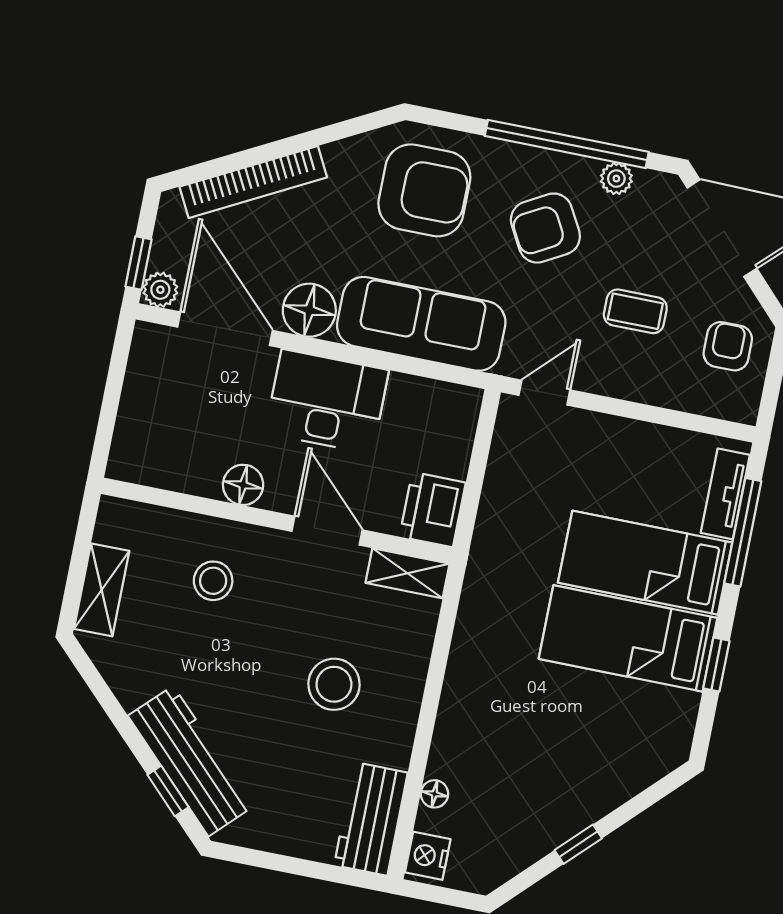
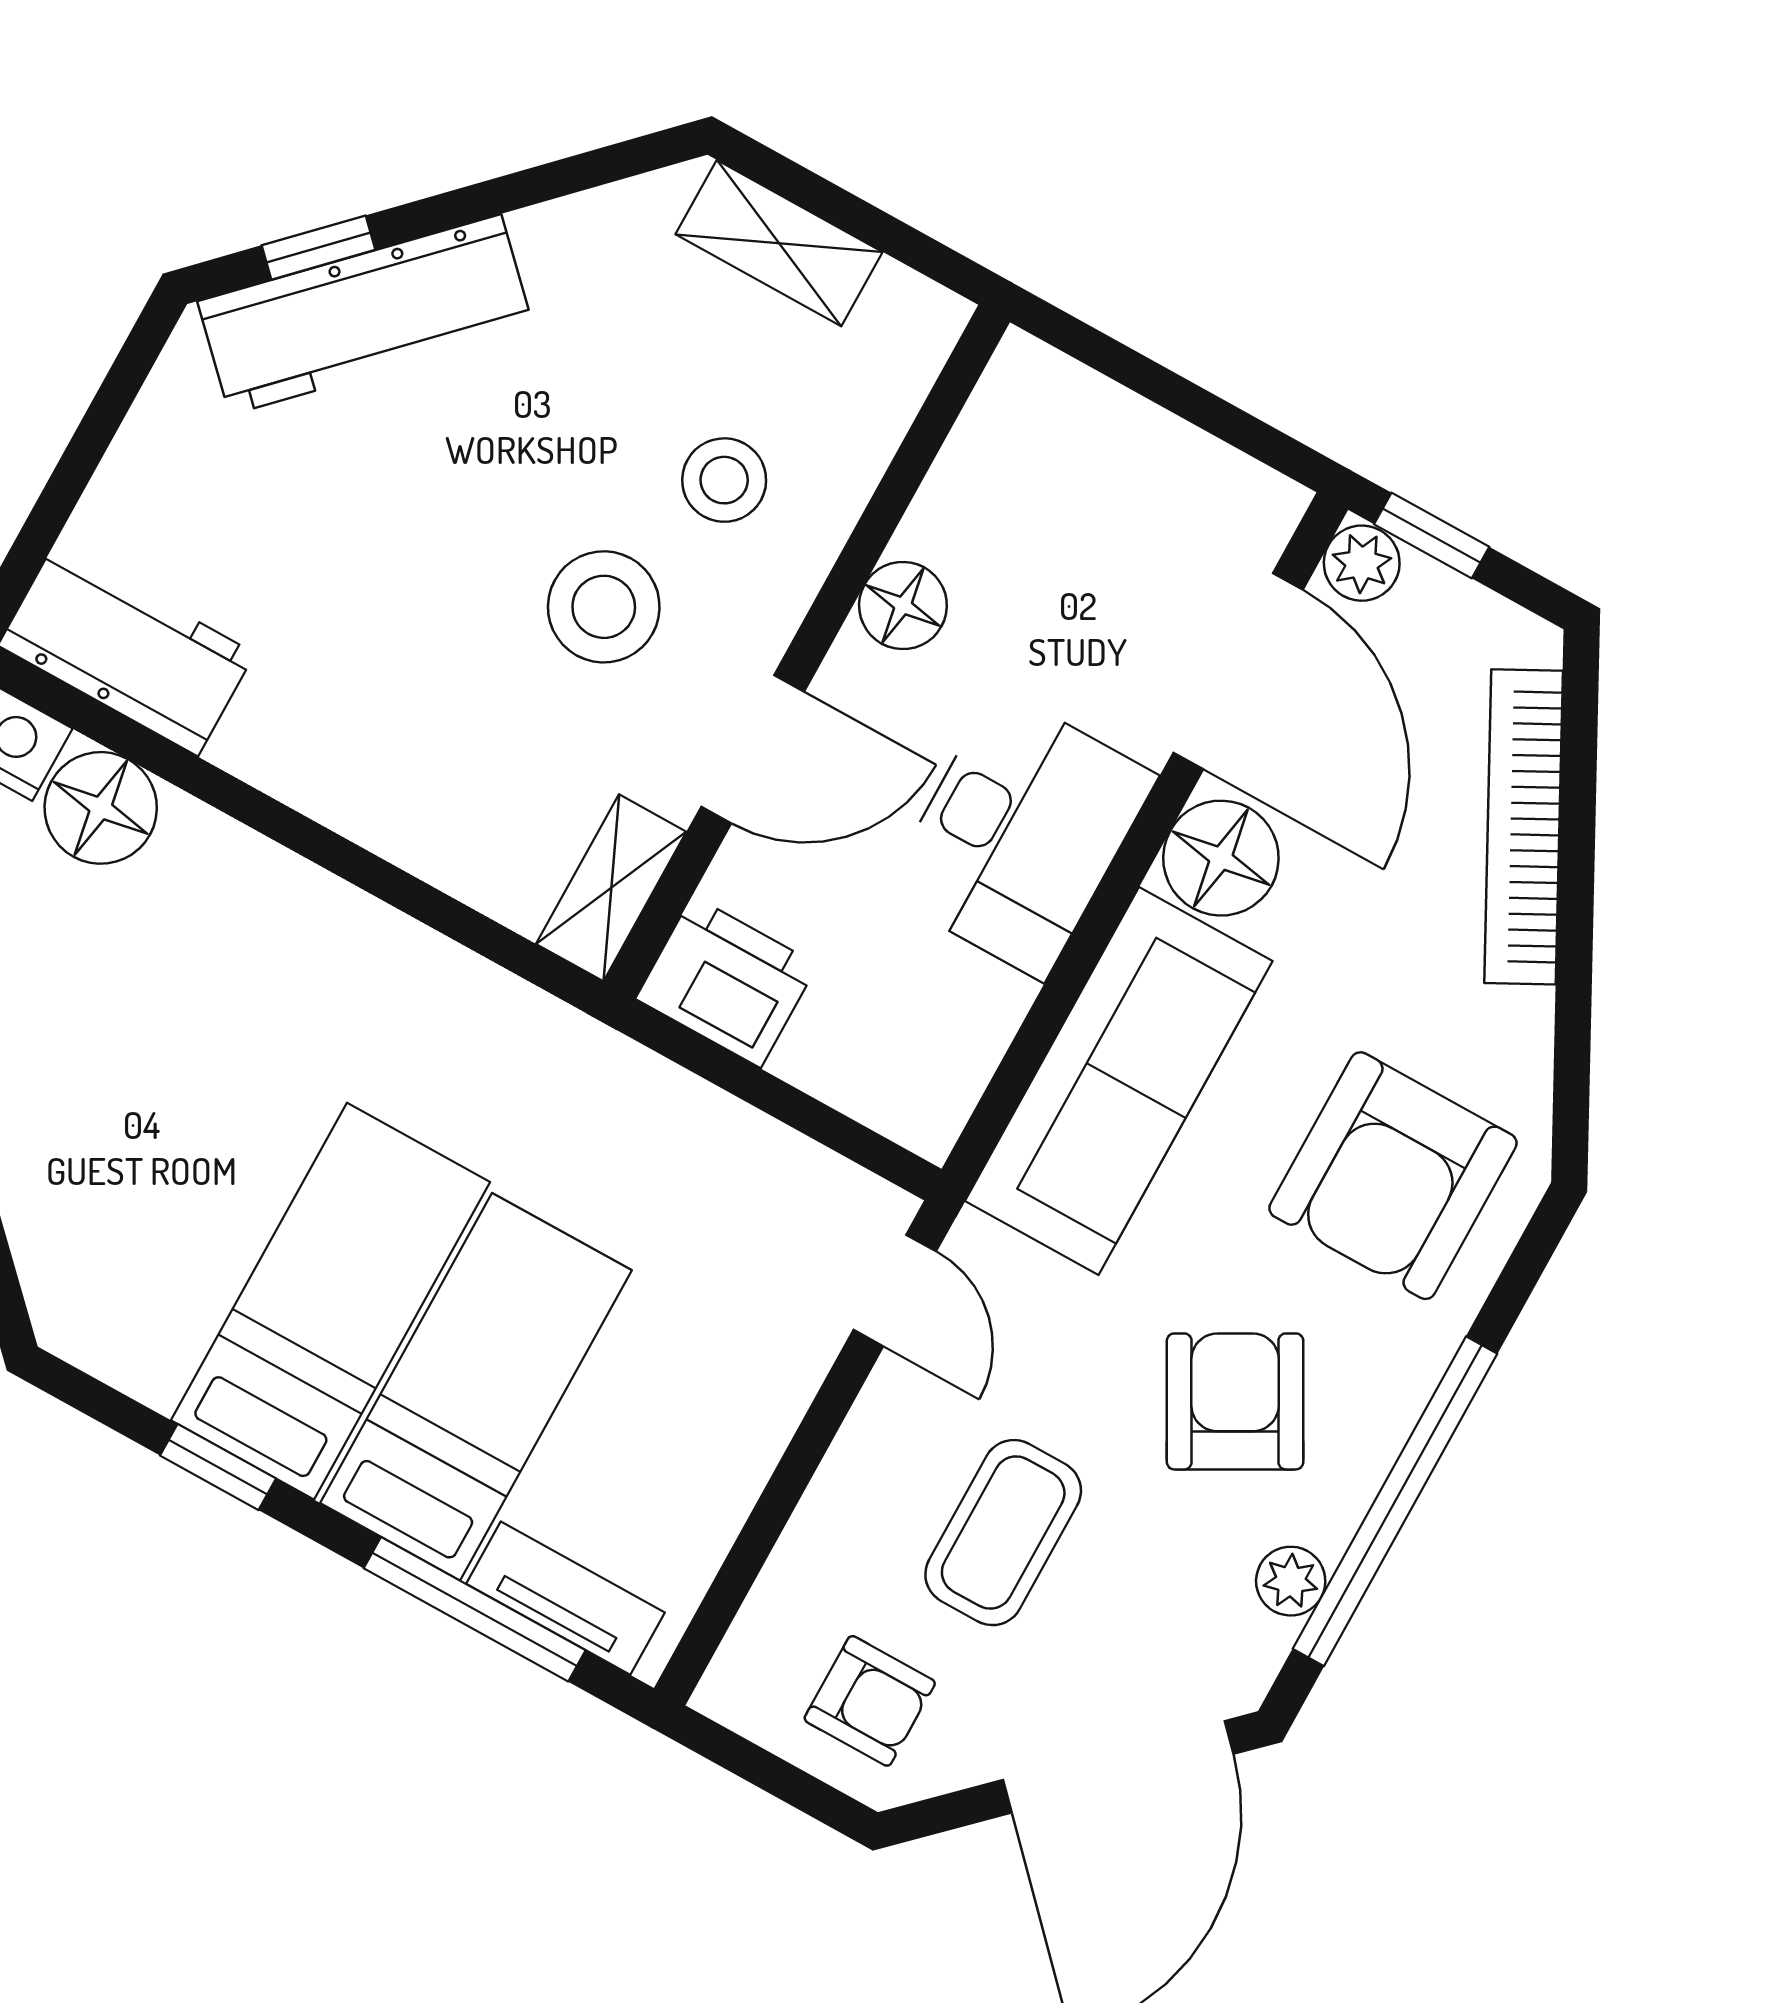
coffee table: (635, 311) -> (1003, 1533), width x1.36, depth x1.30
door: (225, 329) -> (1238, 671), hinge flipped
stool: (334, 684) -> (604, 607), moved
floor lamp: (434, 794) -> (101, 808), width x1.89, depth x1.89

